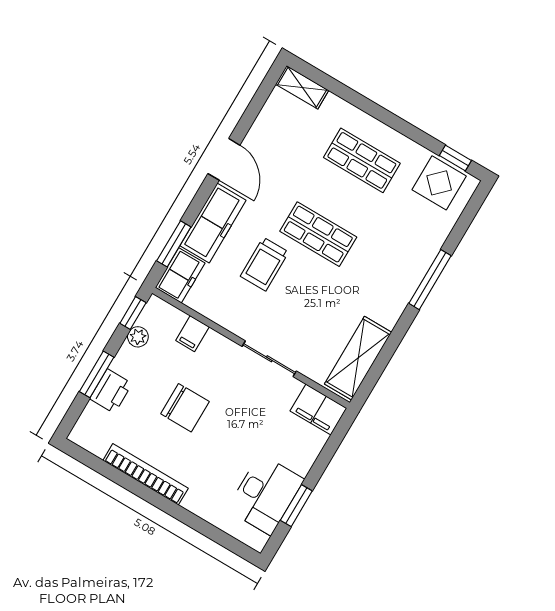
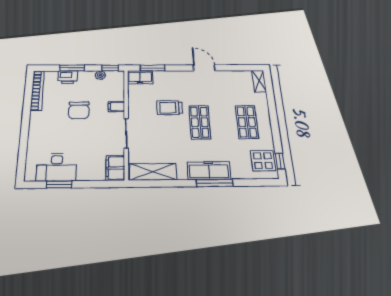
door: (224, 159) -> (204, 68), swing flipped
freezer: (213, 223) -> (209, 171), moved, turned 180
filing cabinet: (192, 334) -> (116, 107), moved
bookcase: (146, 474) -> (37, 90), moved

